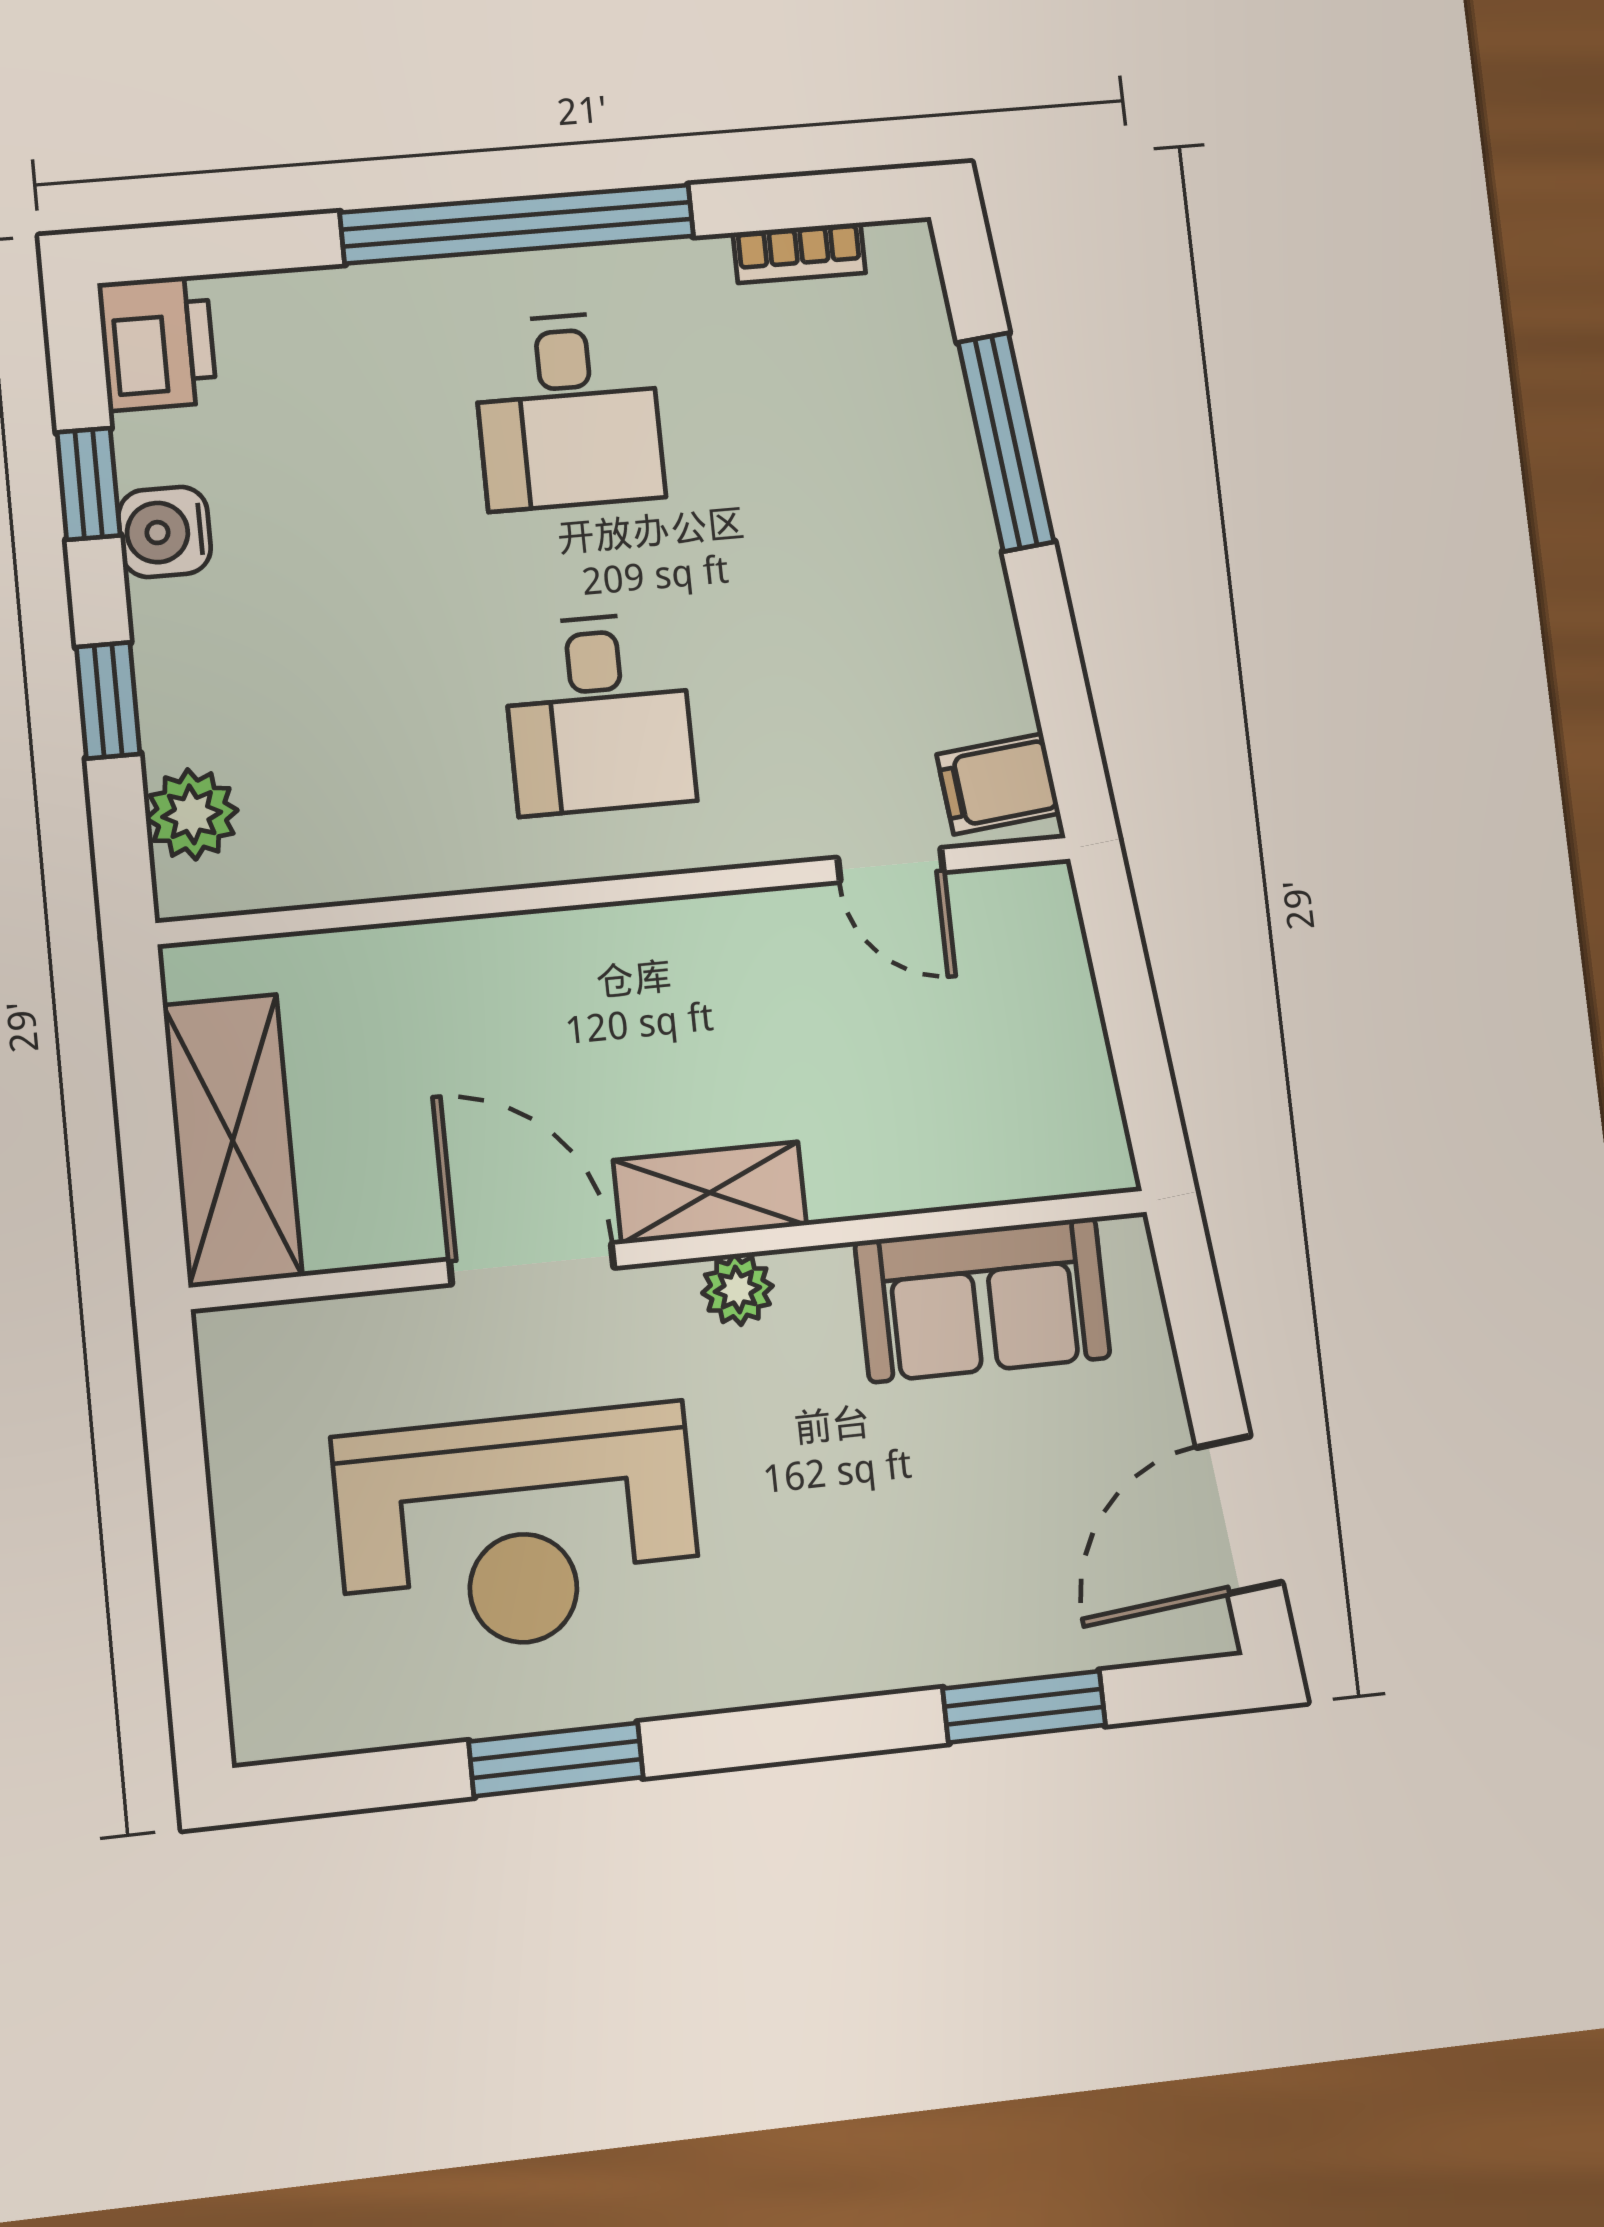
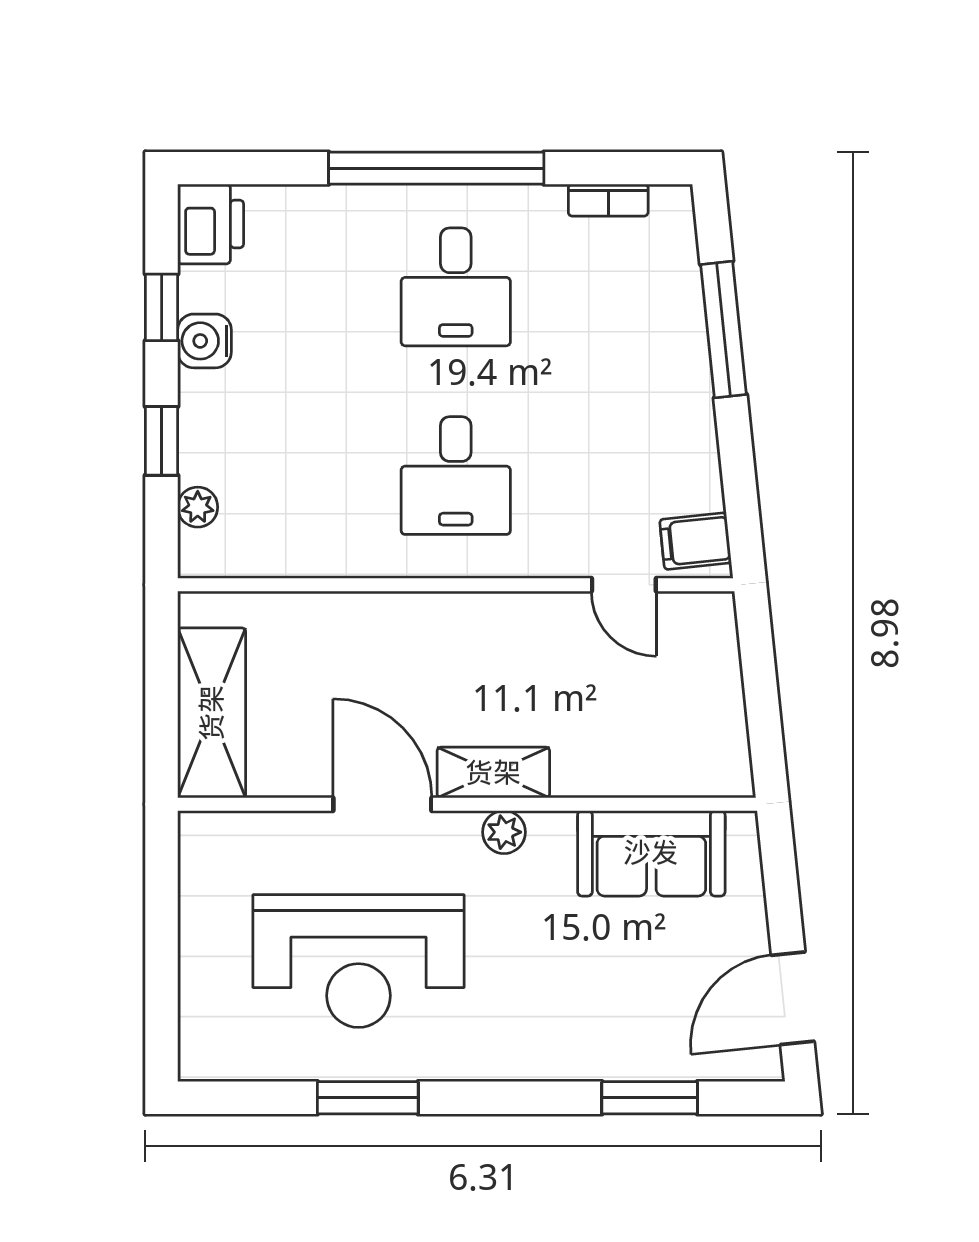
plant: (192, 814) -> (198, 507), width x0.73, depth x0.73

